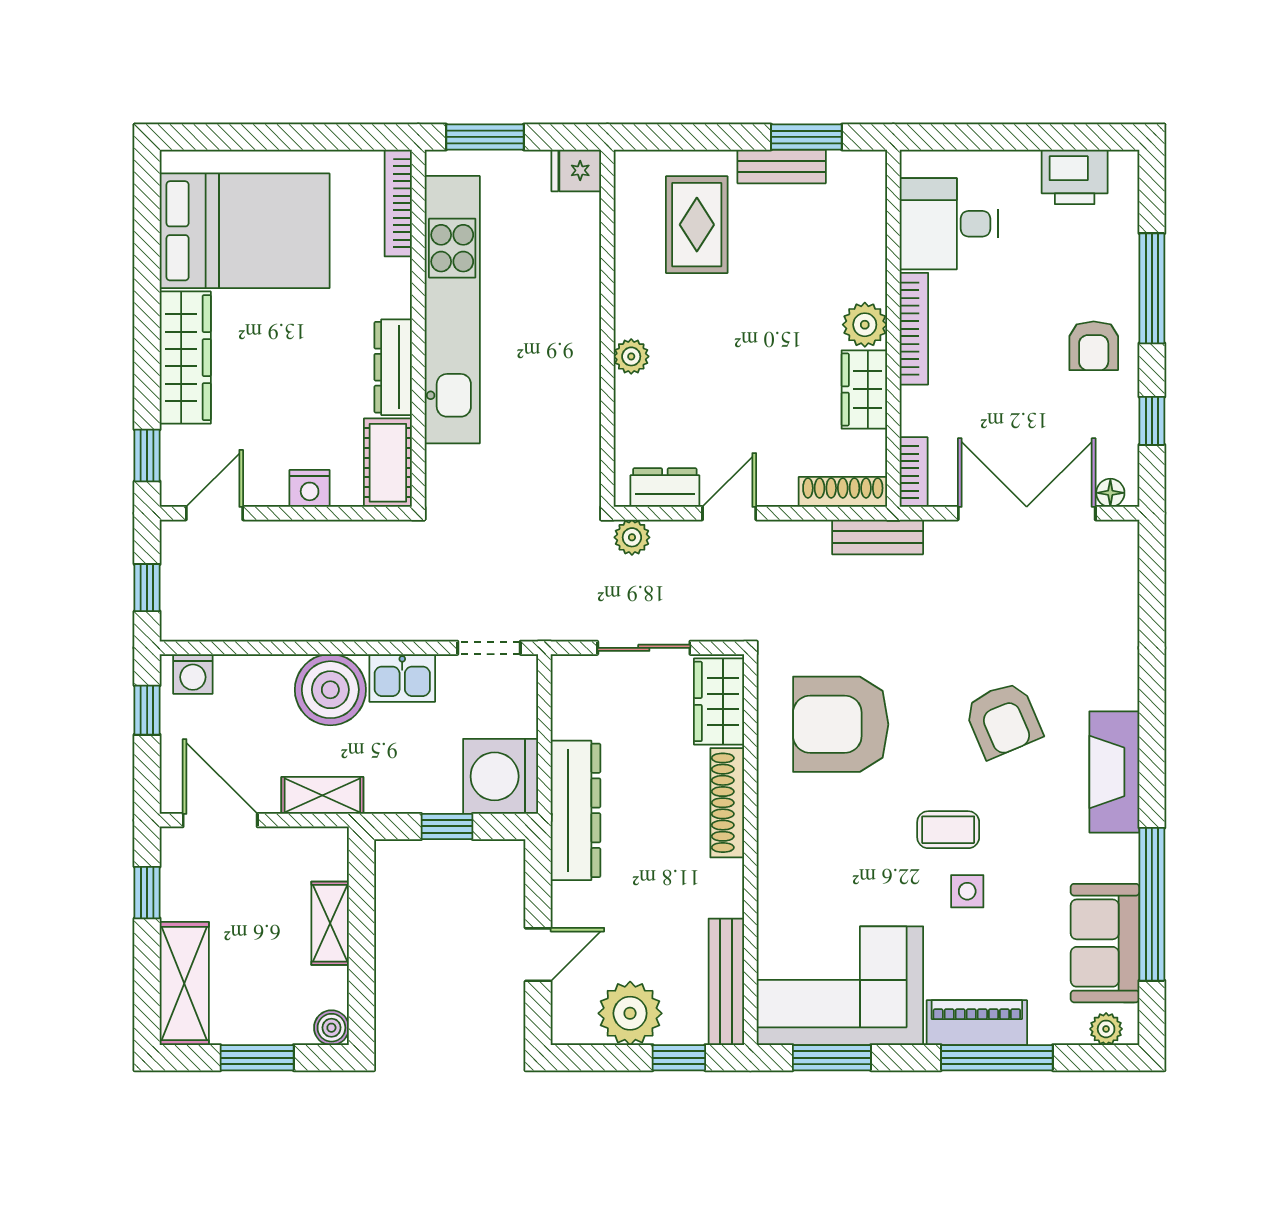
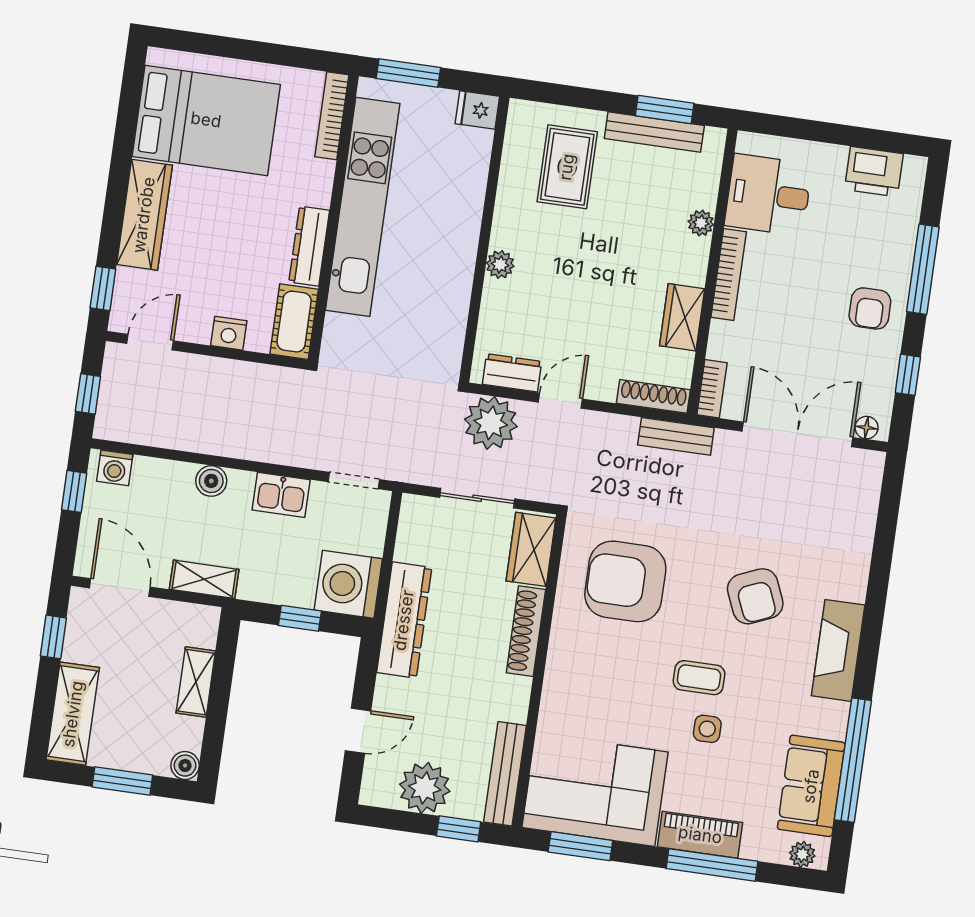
bench: (782, 166) -> (654, 132), width x1.36
plant: (865, 325) -> (701, 223), moved, width x0.73, depth x0.73
plant: (632, 537) -> (491, 423), width x1.87, depth x1.87
boiler: (330, 690) -> (211, 481), width x0.54, depth x0.54

